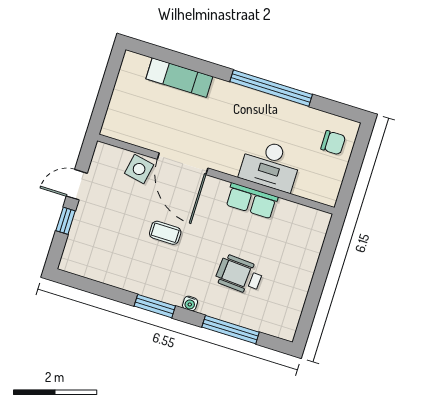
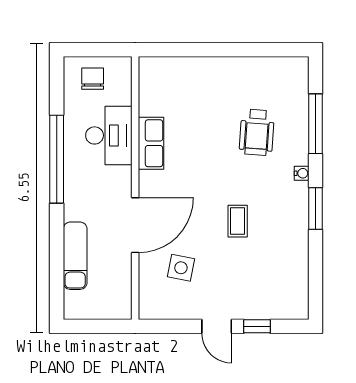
door: (183, 164) -> (135, 225), moved
desk: (270, 165) -> (109, 135), moved
wall: (216, 174) -> (135, 188), moved
row of seats: (252, 201) -> (151, 143), moved

